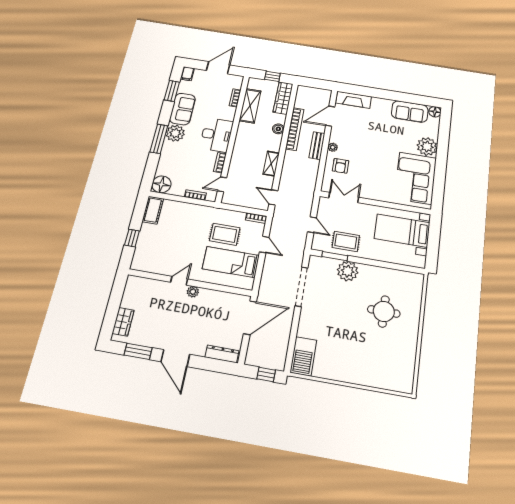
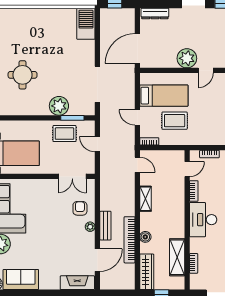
plant: (193, 292) -> (187, 58), width x1.88, depth x1.88

